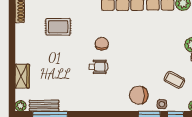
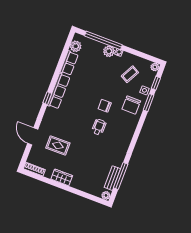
rug: (58, 27) -> (58, 145), turned 90
chair: (102, 44) -> (105, 106), moved
wardrobe: (22, 76) -> (62, 177), moved

